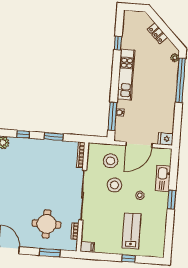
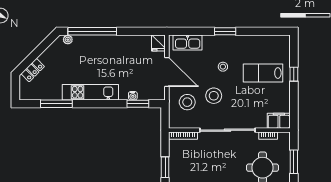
locker: (157, 33) -> (33, 70), moved
window: (118, 43) -> (56, 104), width x2.17
window: (112, 116) -> (138, 104), width x0.69
kitchen sink: (163, 179) -> (188, 43), moved
filing cabinet: (87, 247) -> (279, 121), width x2.00

